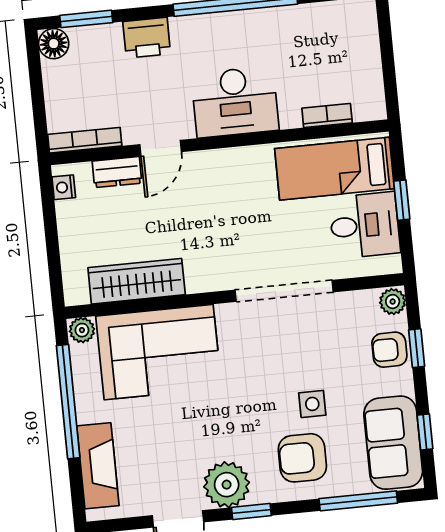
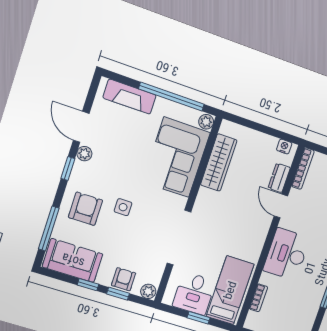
side table: (312, 404) -> (123, 207), moved
window: (425, 432) -> (88, 285), moved
plant: (227, 485) -> (84, 154), width x0.53, depth x0.53

